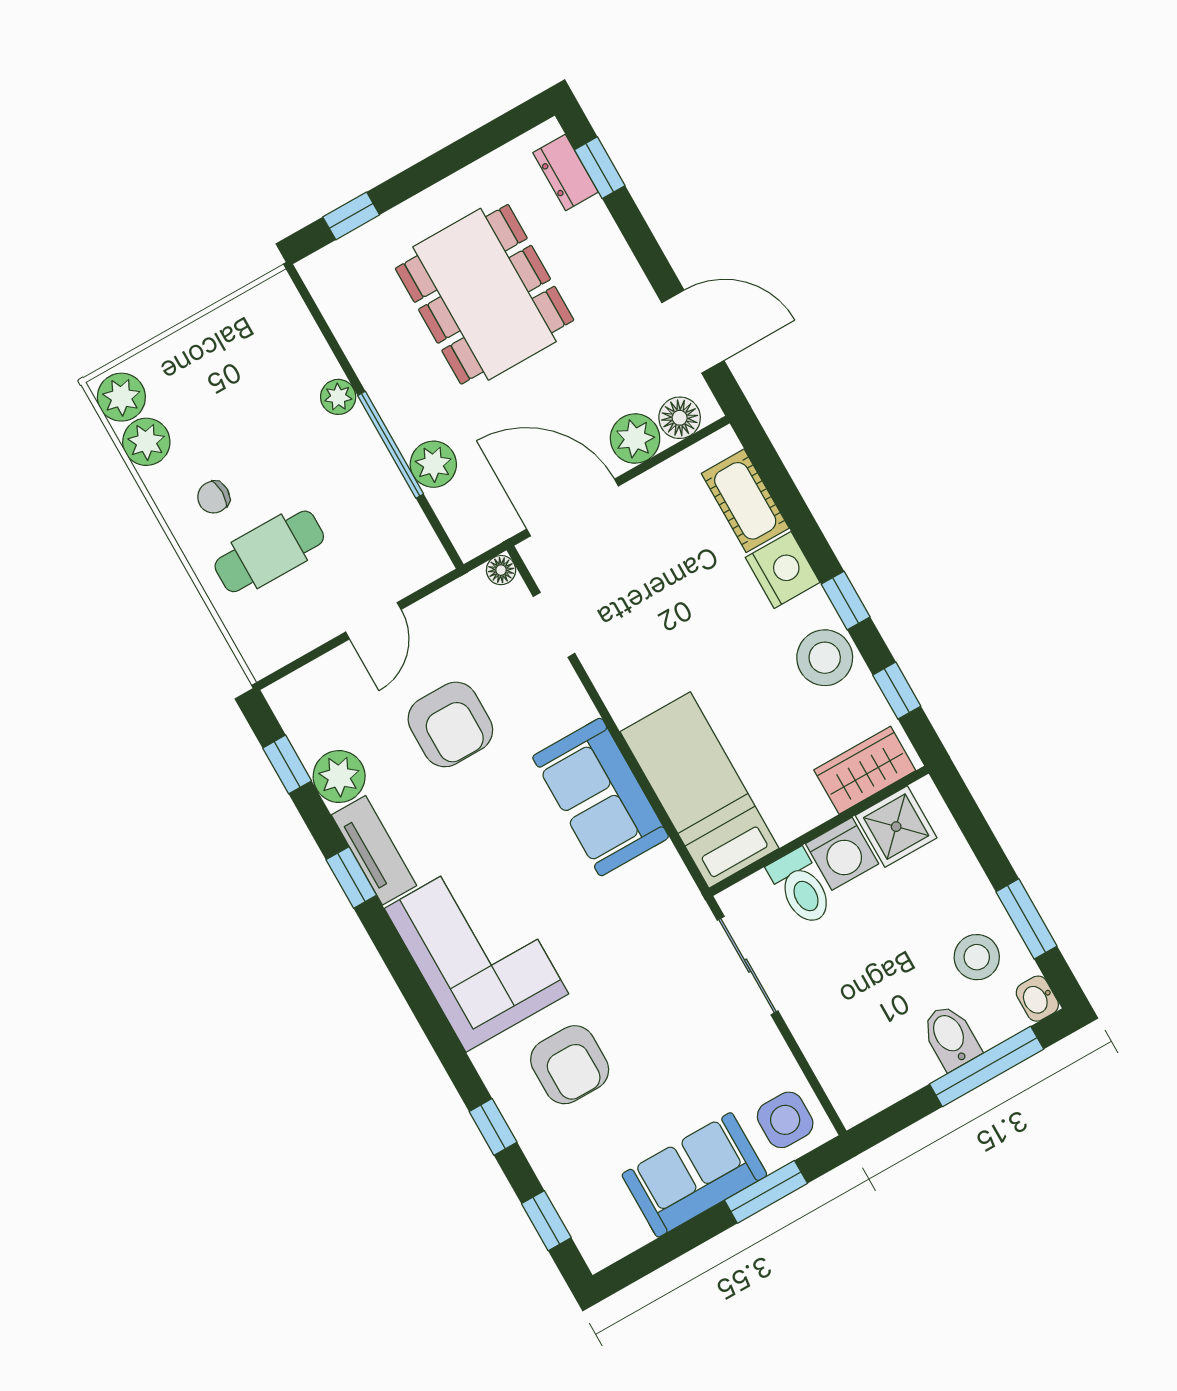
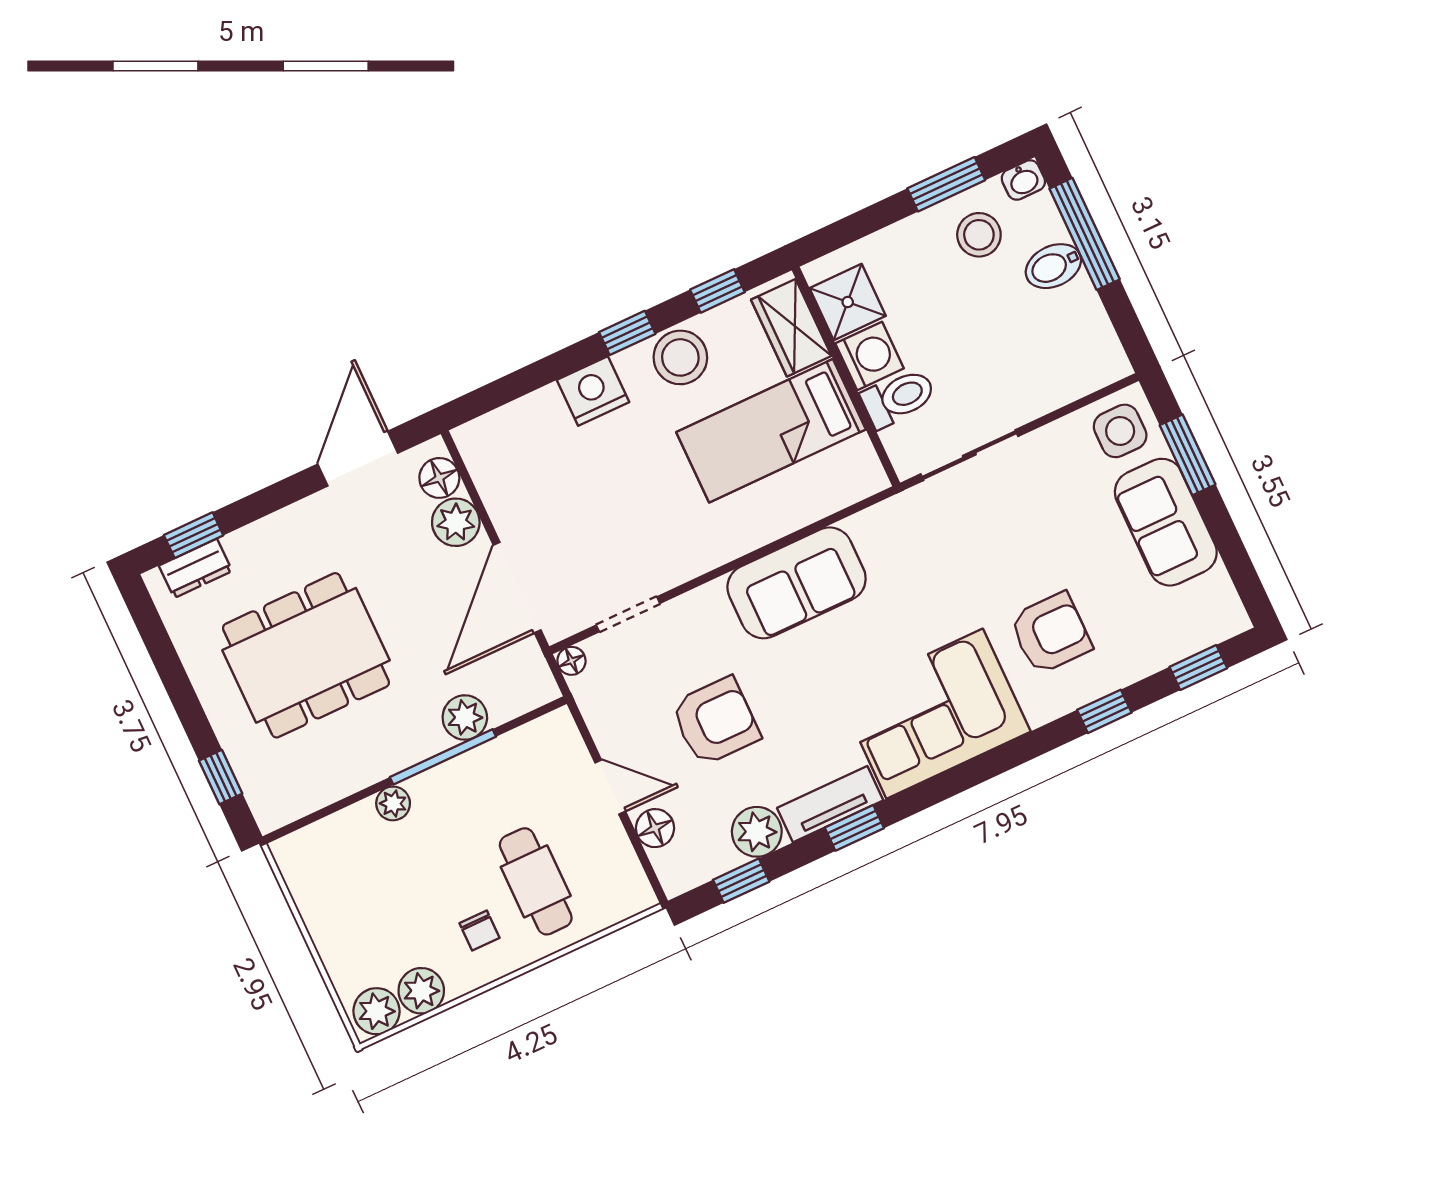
cot: (745, 501) -> (524, 422), removed
floor lamp: (335, 671) -> (655, 828), added
bed: (700, 790) -> (771, 431), moved

